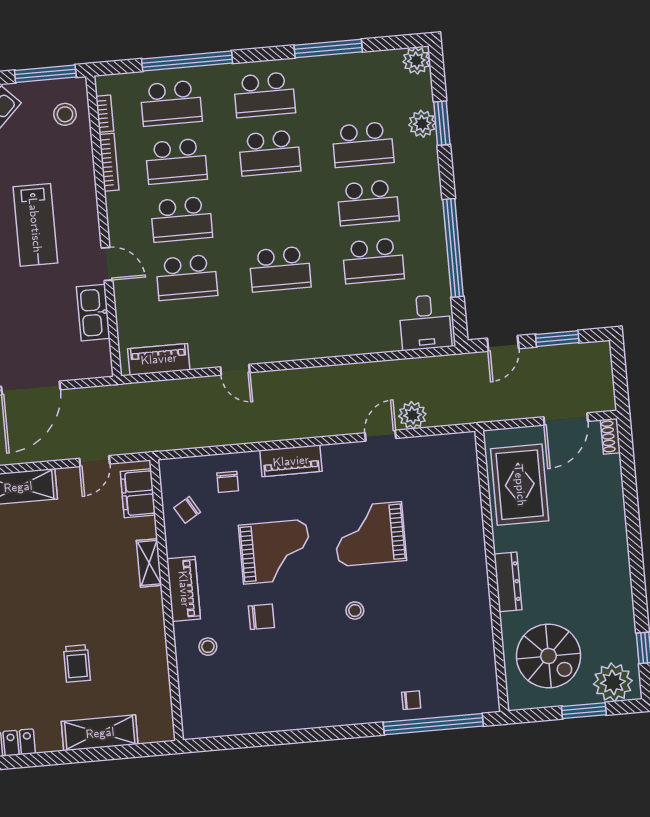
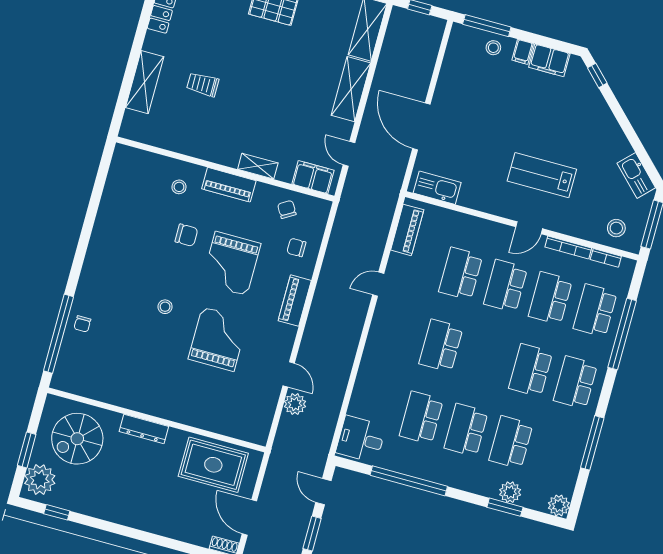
door: (107, 264) -> (529, 228), moved
kitchen sink: (93, 313) -> (437, 188), moved
chair: (261, 617) -> (186, 235), turned -90

